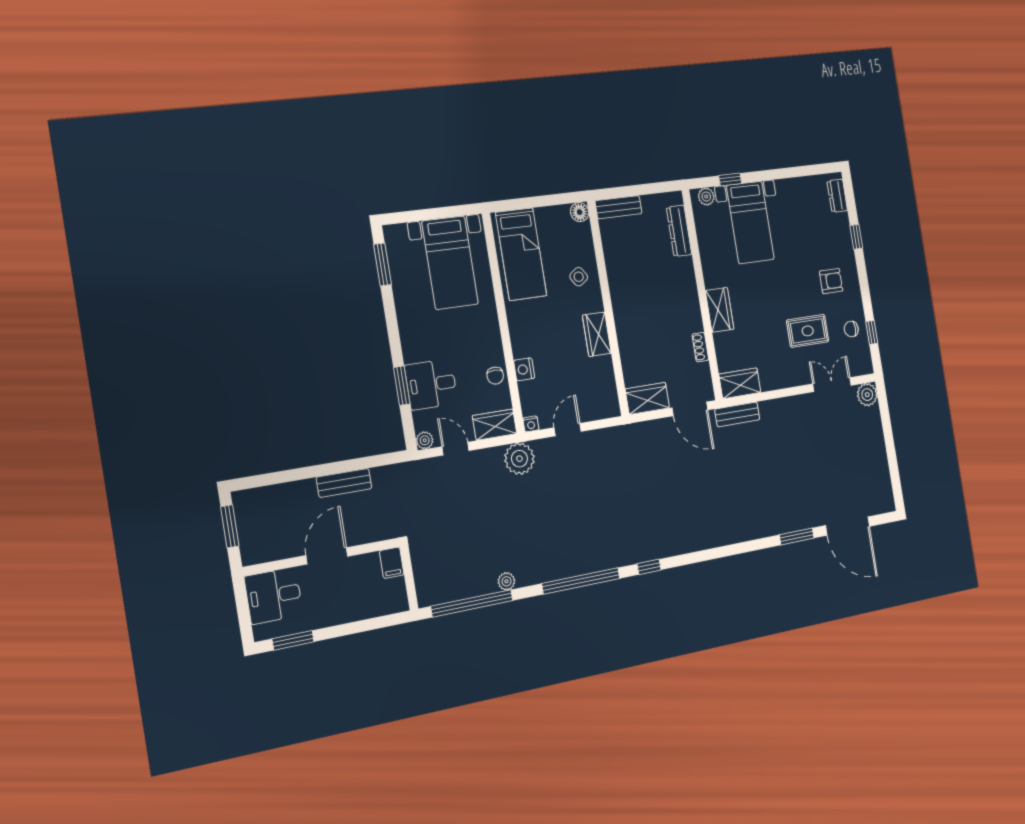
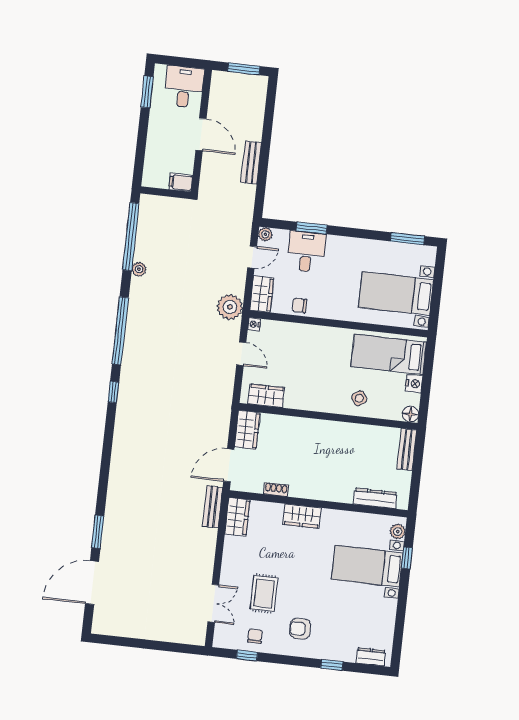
armchair: (831, 281) -> (300, 629), turned 90
wardrobe: (597, 334) -> (266, 396), moved
nightstand: (524, 369) -> (414, 384), moved, turned 90
plant: (867, 395) -> (196, 635), removed

